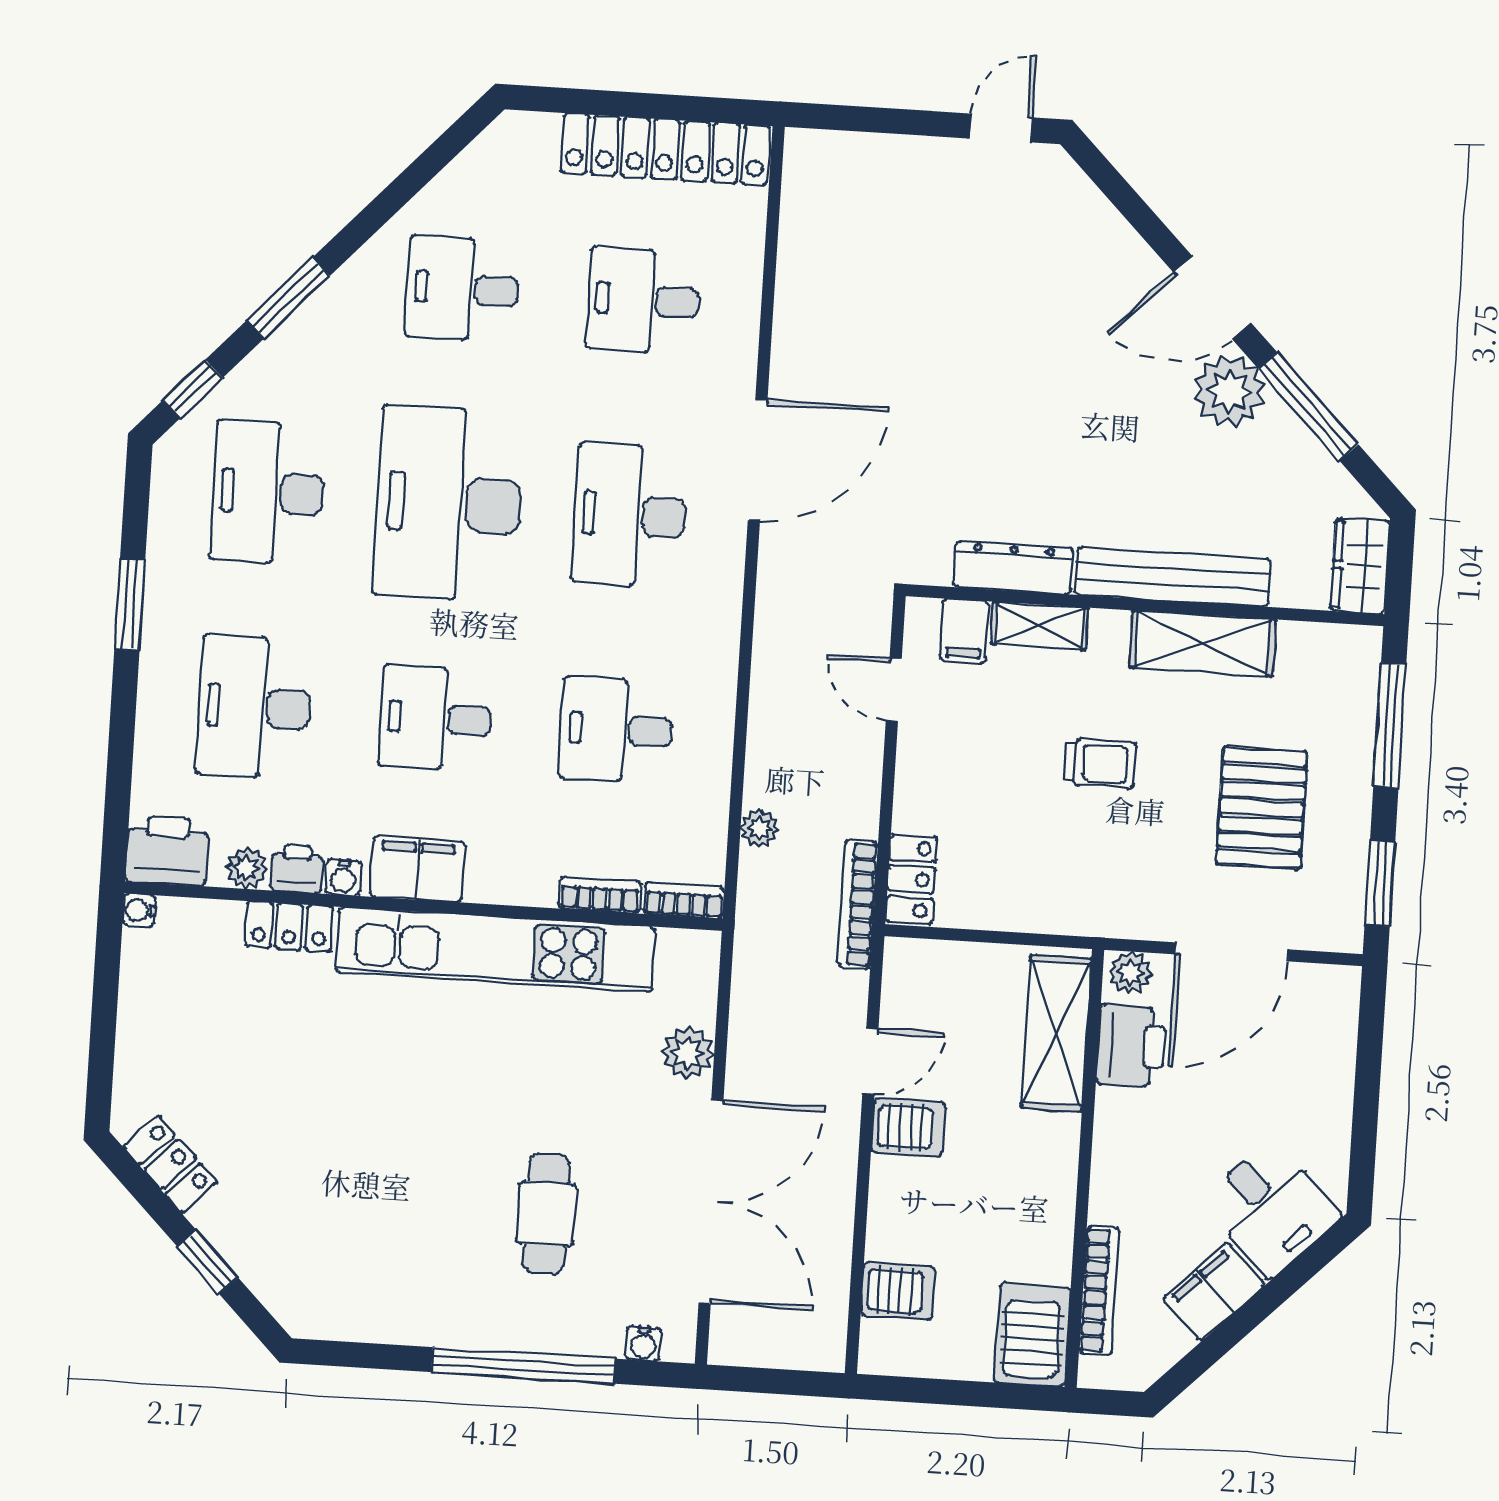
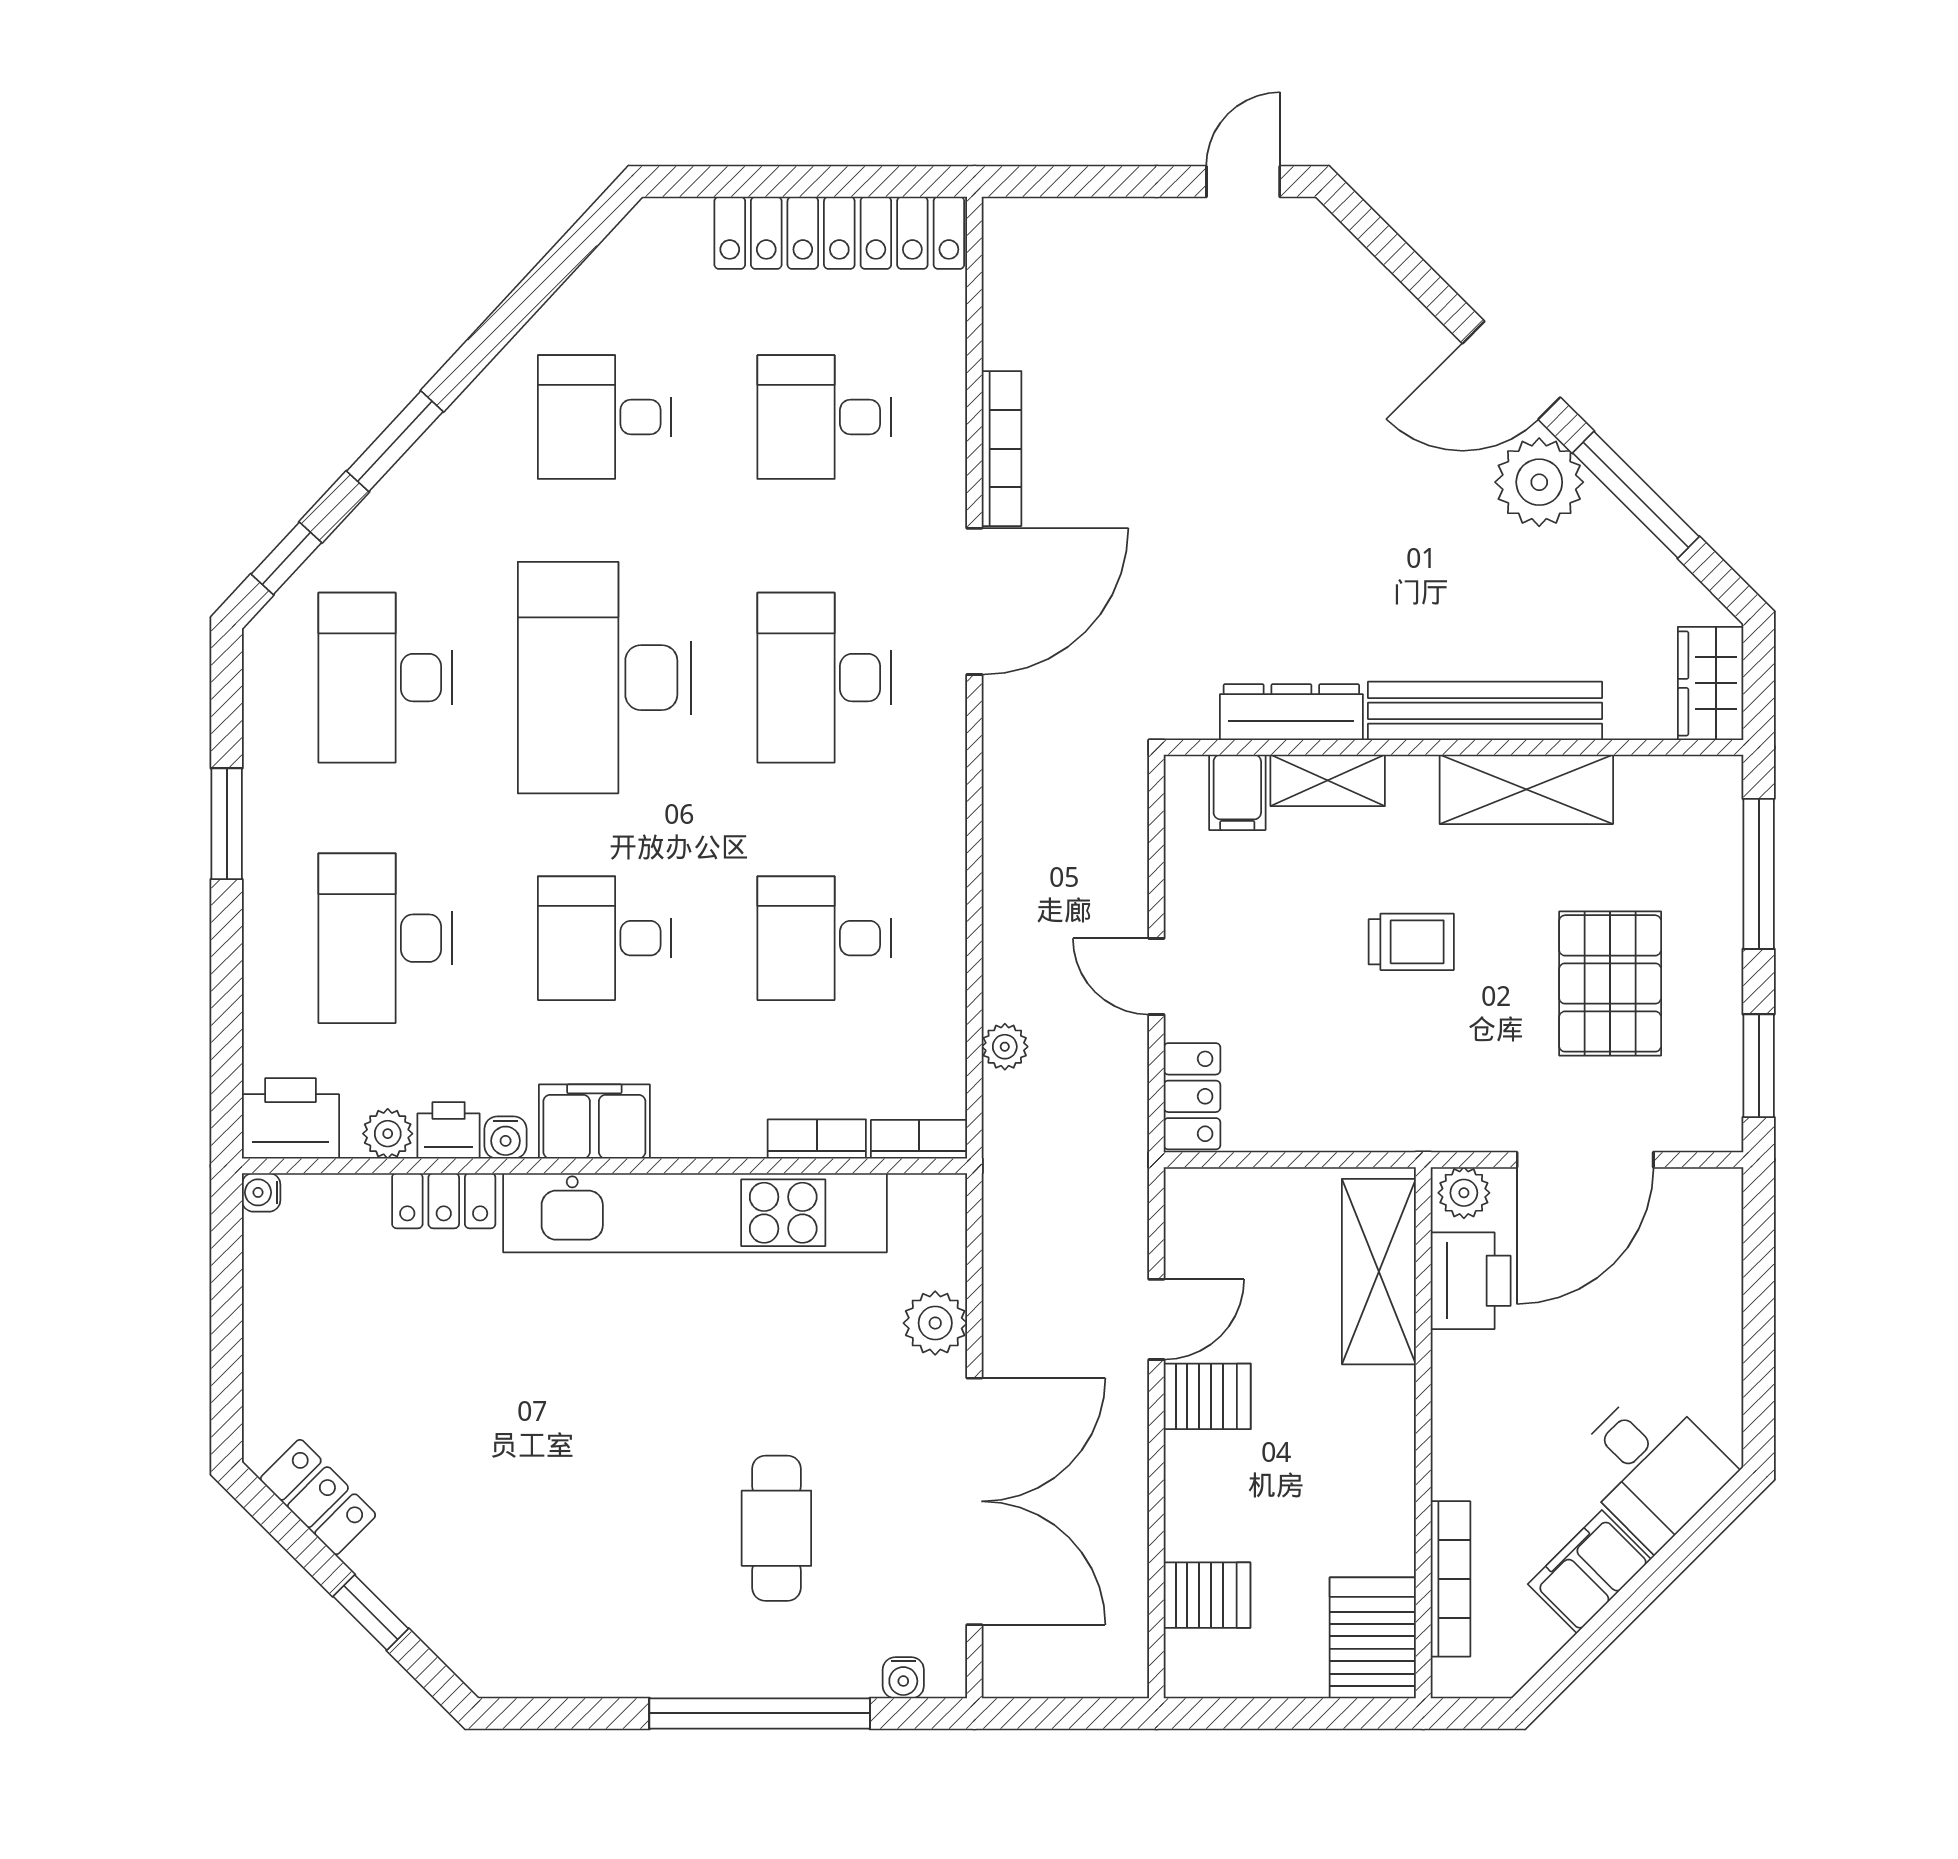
door: (894, 690) -> (1156, 976), moved
bookcase: (858, 904) -> (1002, 449), moved, turned 180

